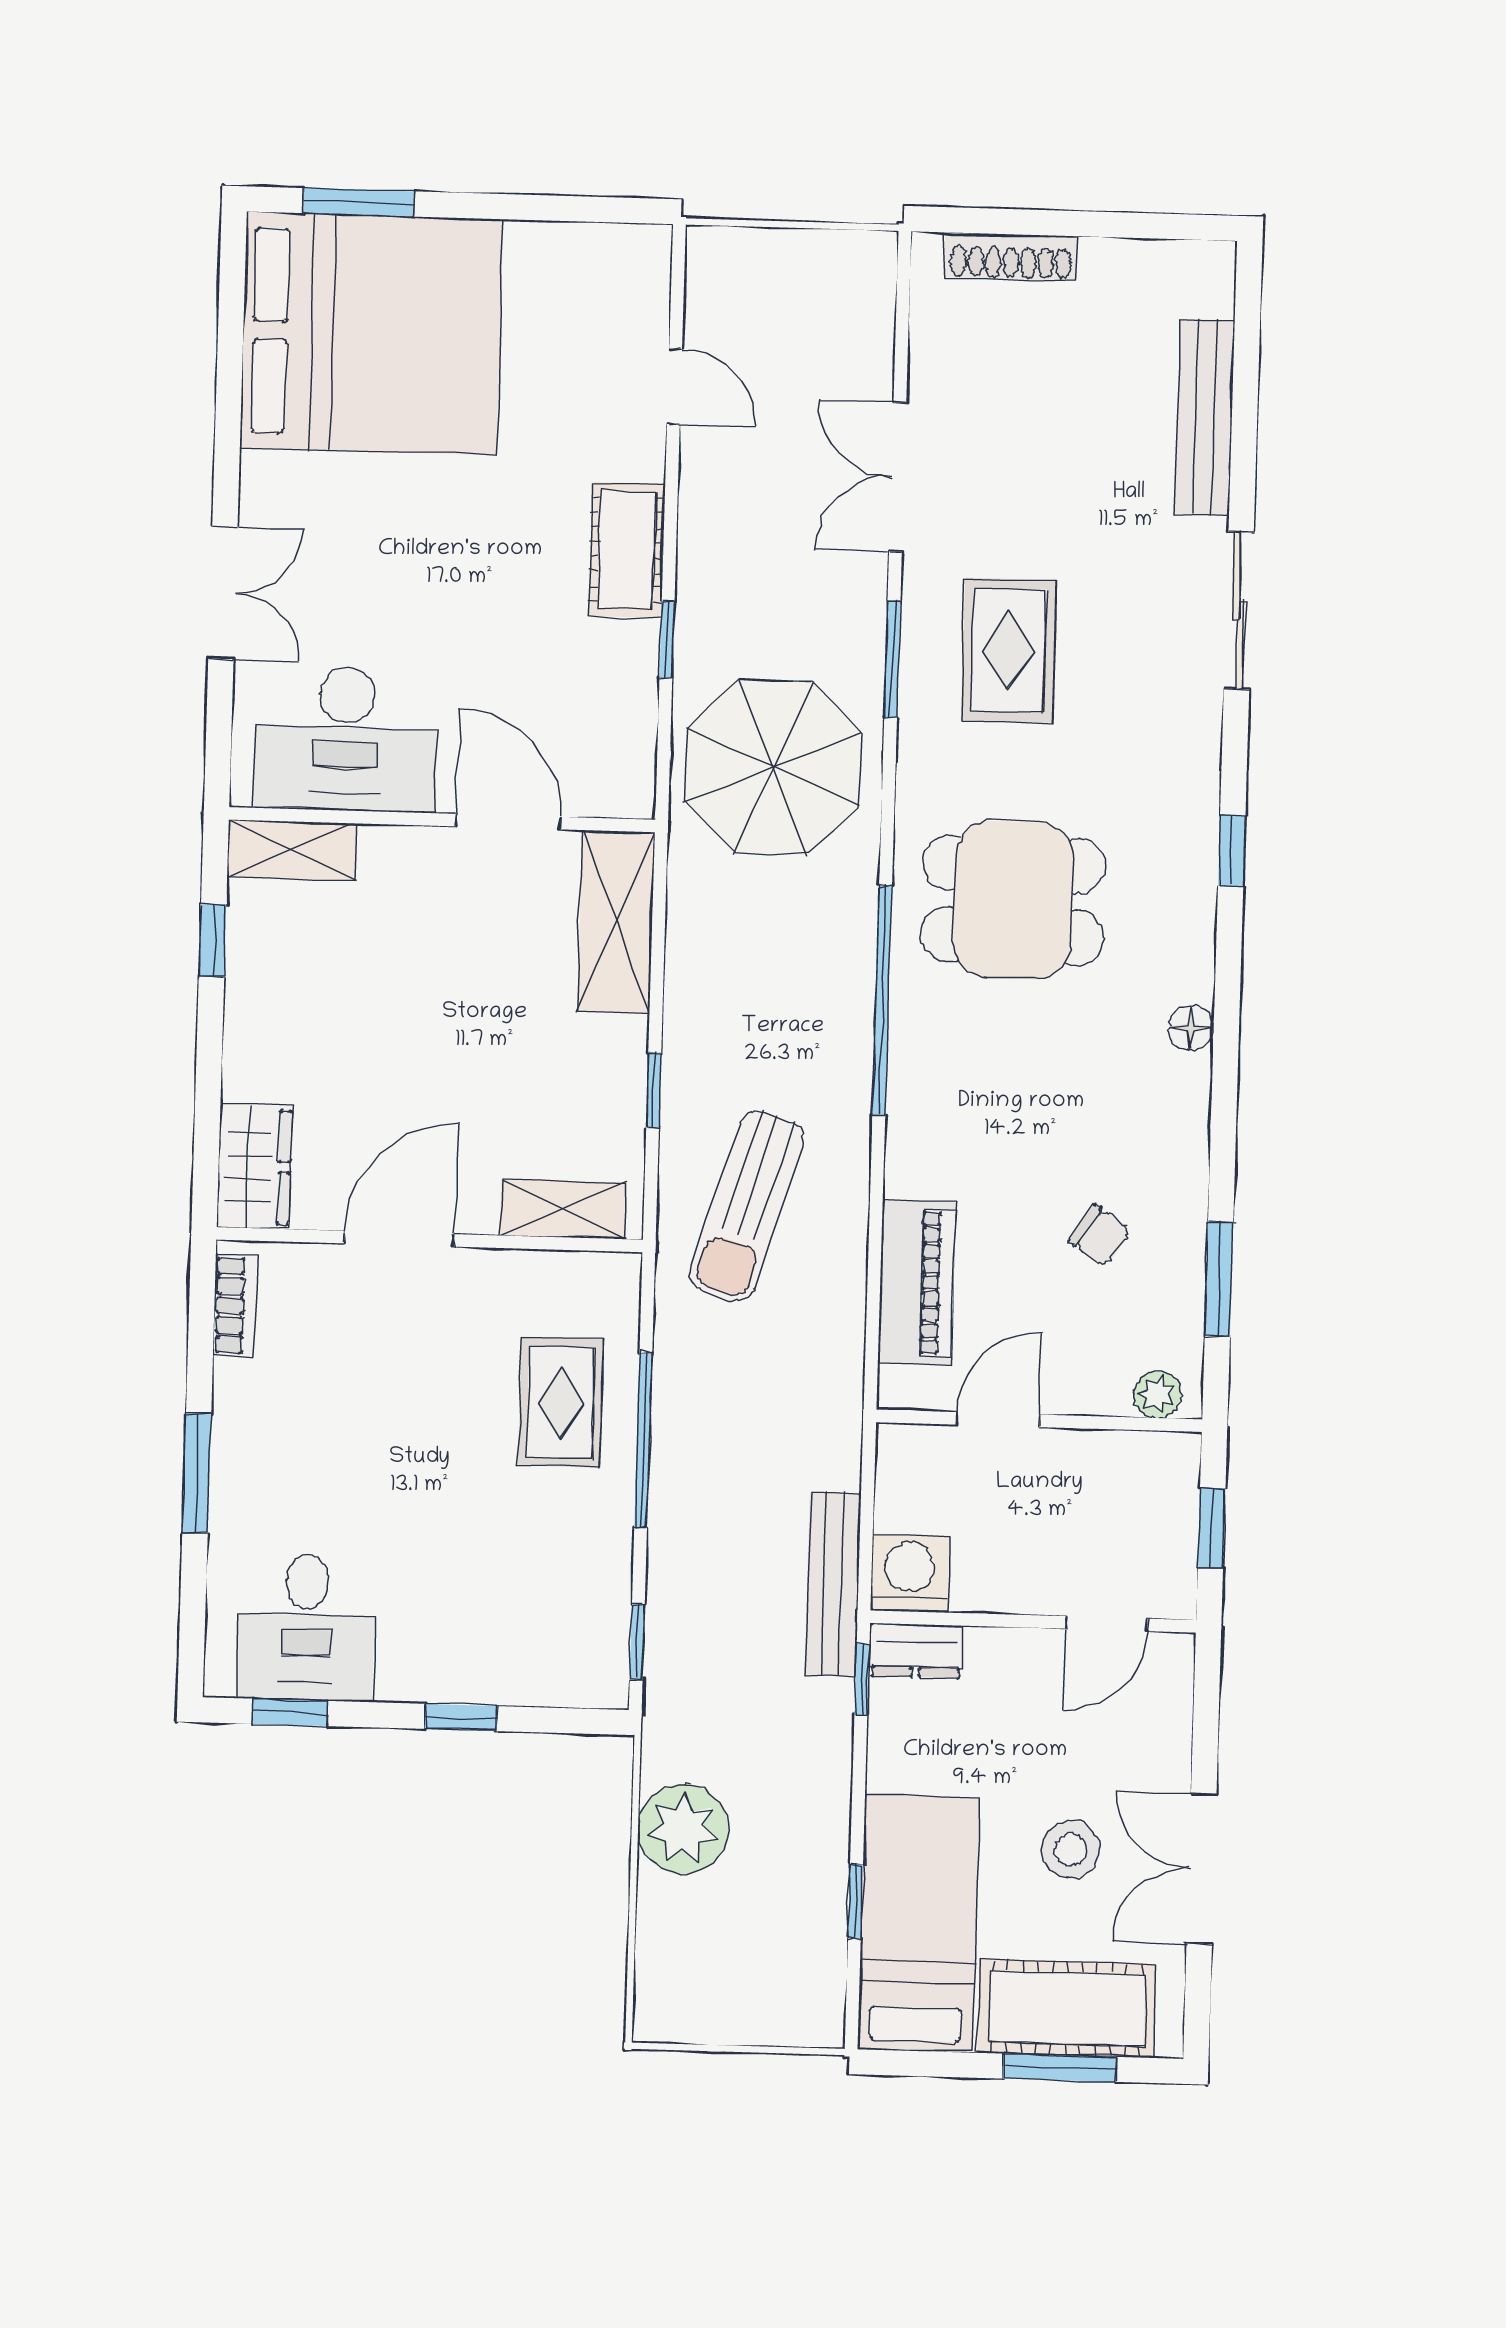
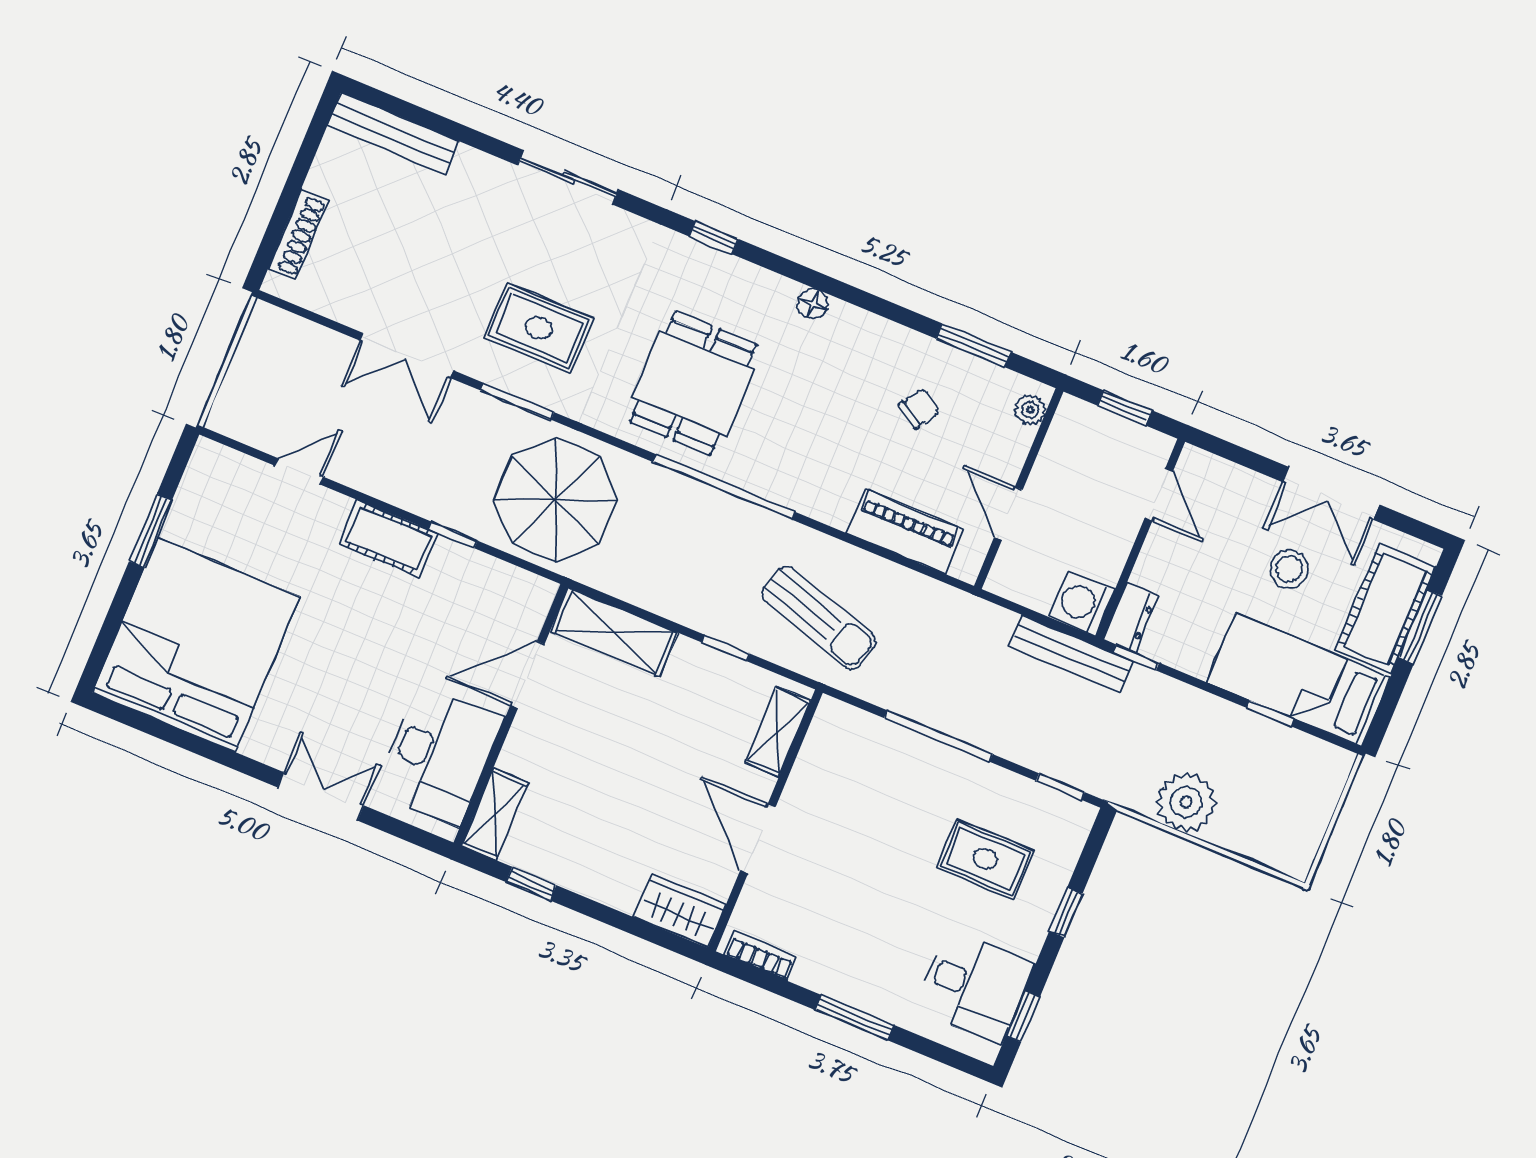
window: (359, 202) -> (151, 531), moved
bench: (1205, 417) -> (393, 133), moved
rug: (561, 1402) -> (985, 859), moved

